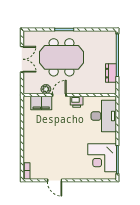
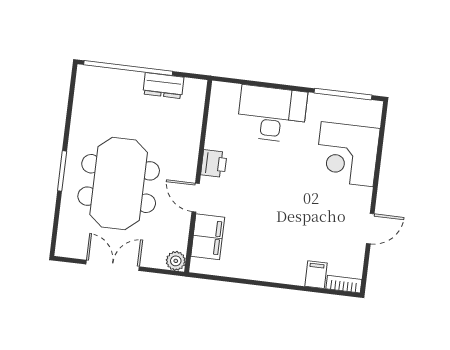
plant: (46, 89) -> (176, 261), moved
desk: (104, 116) -> (272, 114), moved
filing cabinet: (29, 157) -> (316, 275), added
corner desk: (102, 158) -> (347, 154), moved, turned 90

